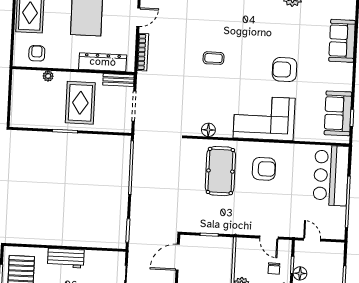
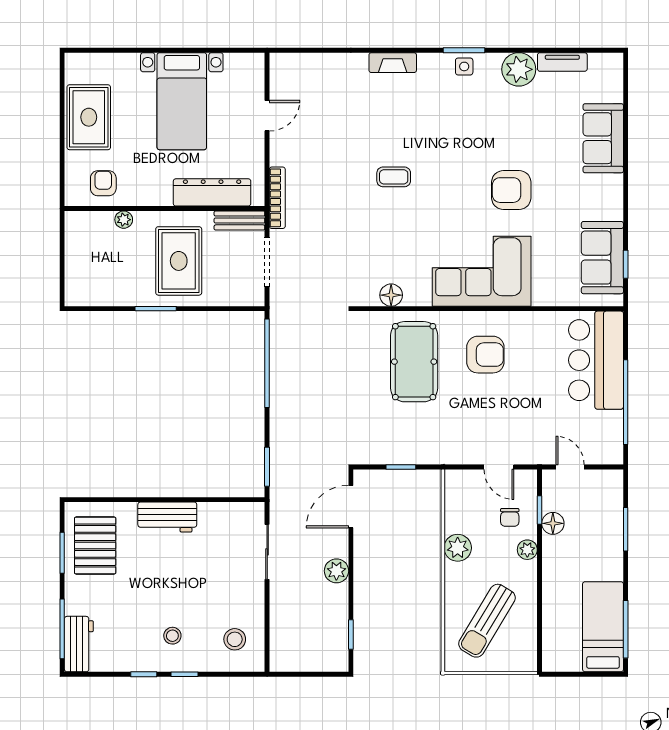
bookcase: (143, 52) -> (277, 198), moved

